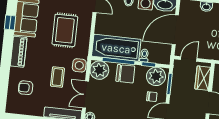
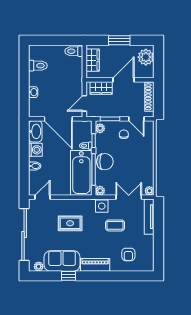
rug: (65, 30) -> (70, 223), width x0.73, depth x0.70
door: (189, 59) -> (84, 103), hinge flipped
plant: (99, 70) -> (100, 191), width x0.53, depth x0.53
chair: (125, 74) -> (105, 162), turned 90
plant: (156, 76) -> (100, 128), width x0.53, depth x0.53
double door: (86, 95) -> (129, 197), swing flipped

